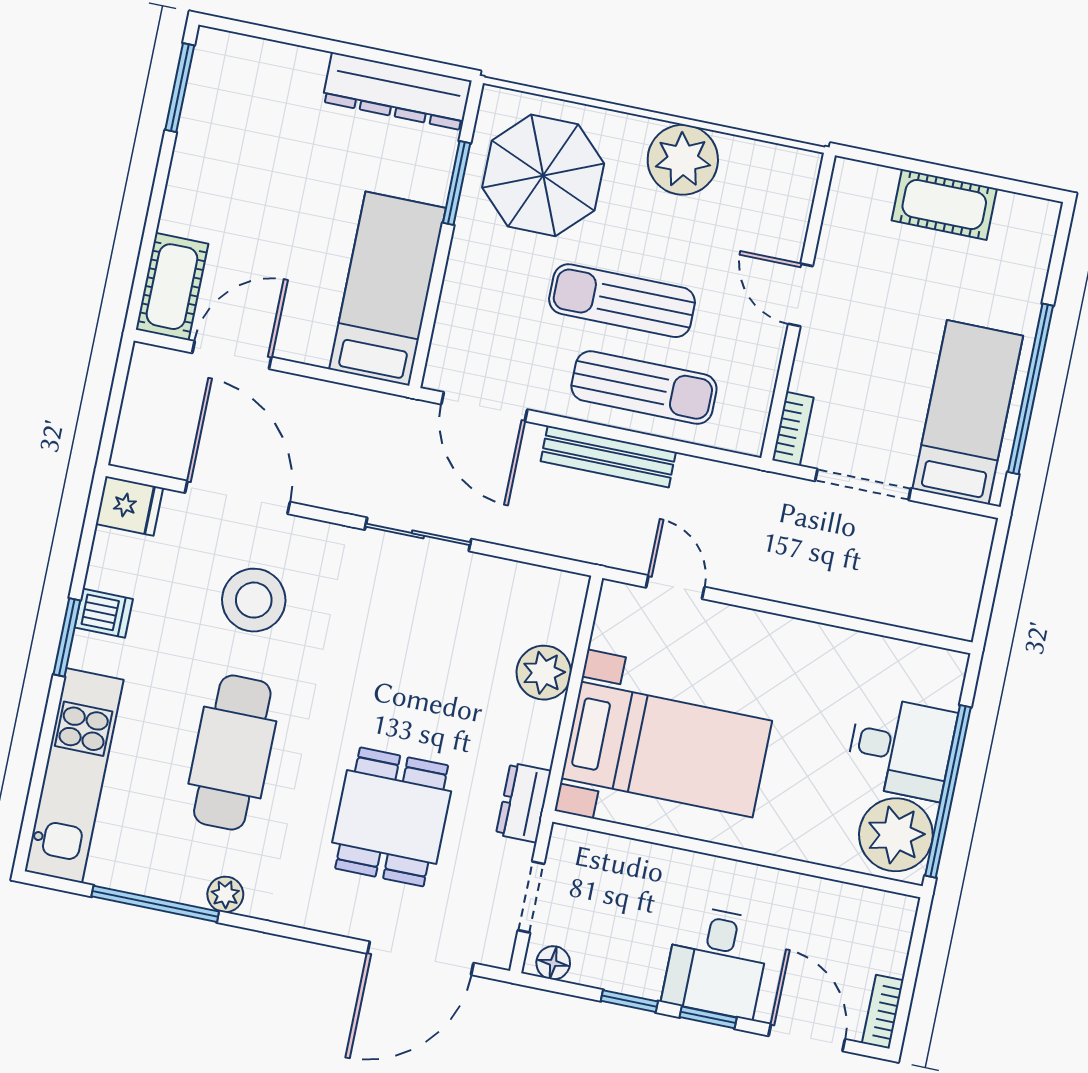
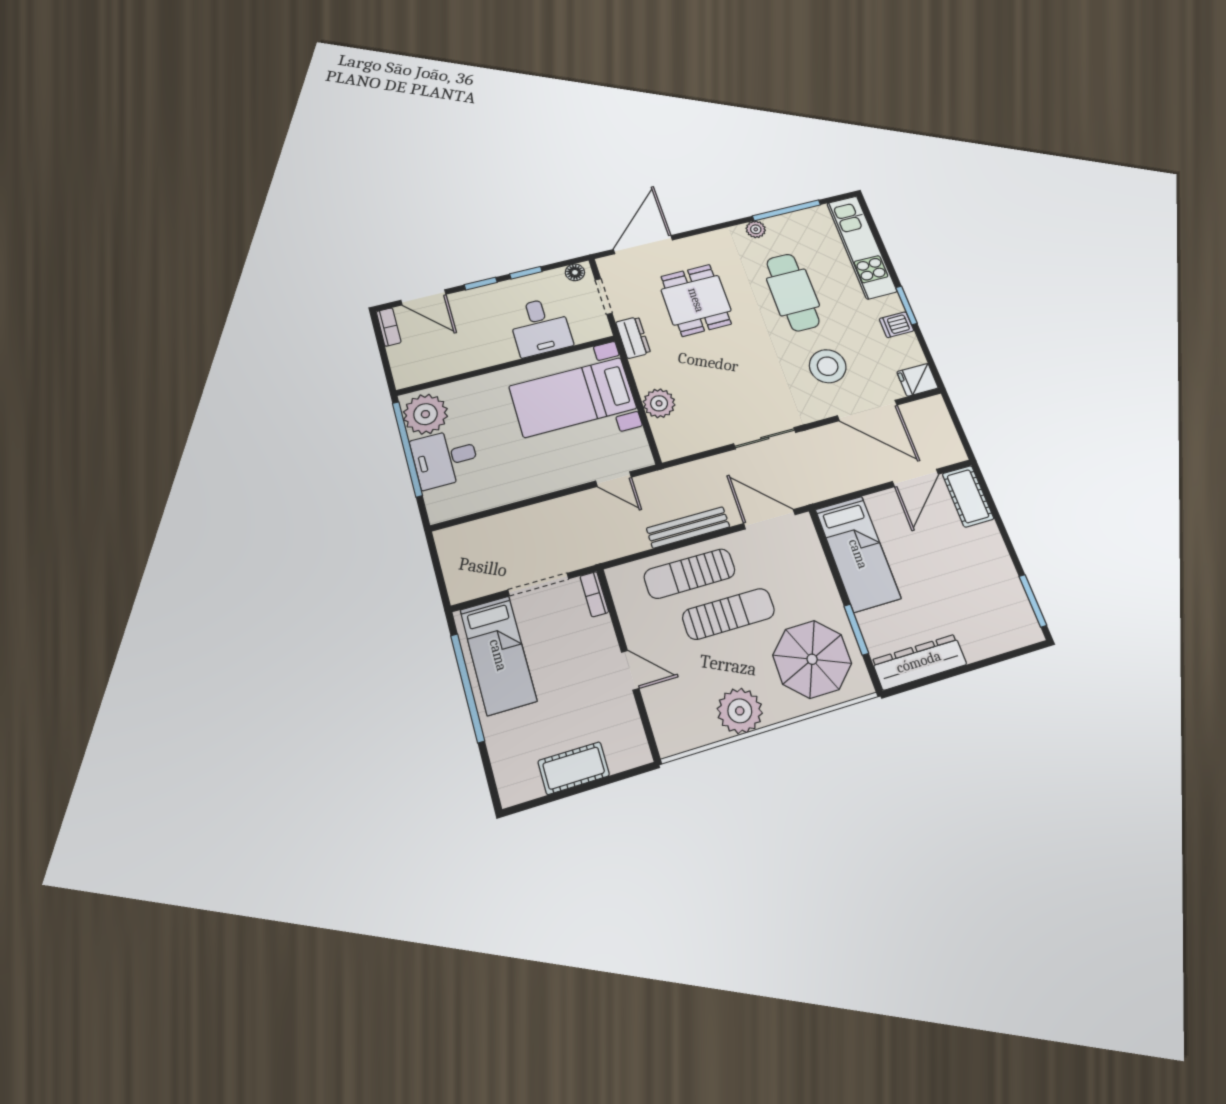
desk: (717, 962) -> (540, 327), moved, turned 180

